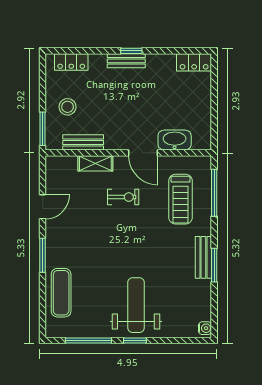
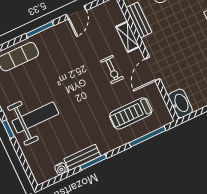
washbasin: (175, 140) -> (180, 103), moved
door: (43, 207) -> (76, 12), hinge flipped
bench: (203, 257) -> (82, 157), moved
water cooler: (205, 328) -> (61, 169), moved

